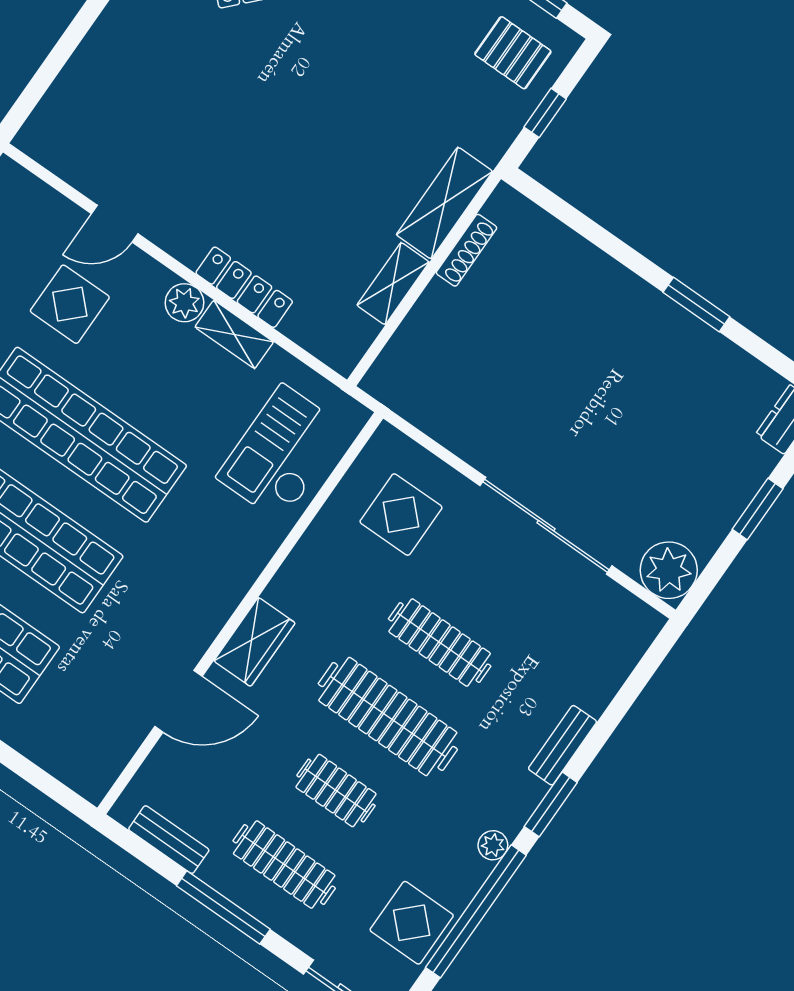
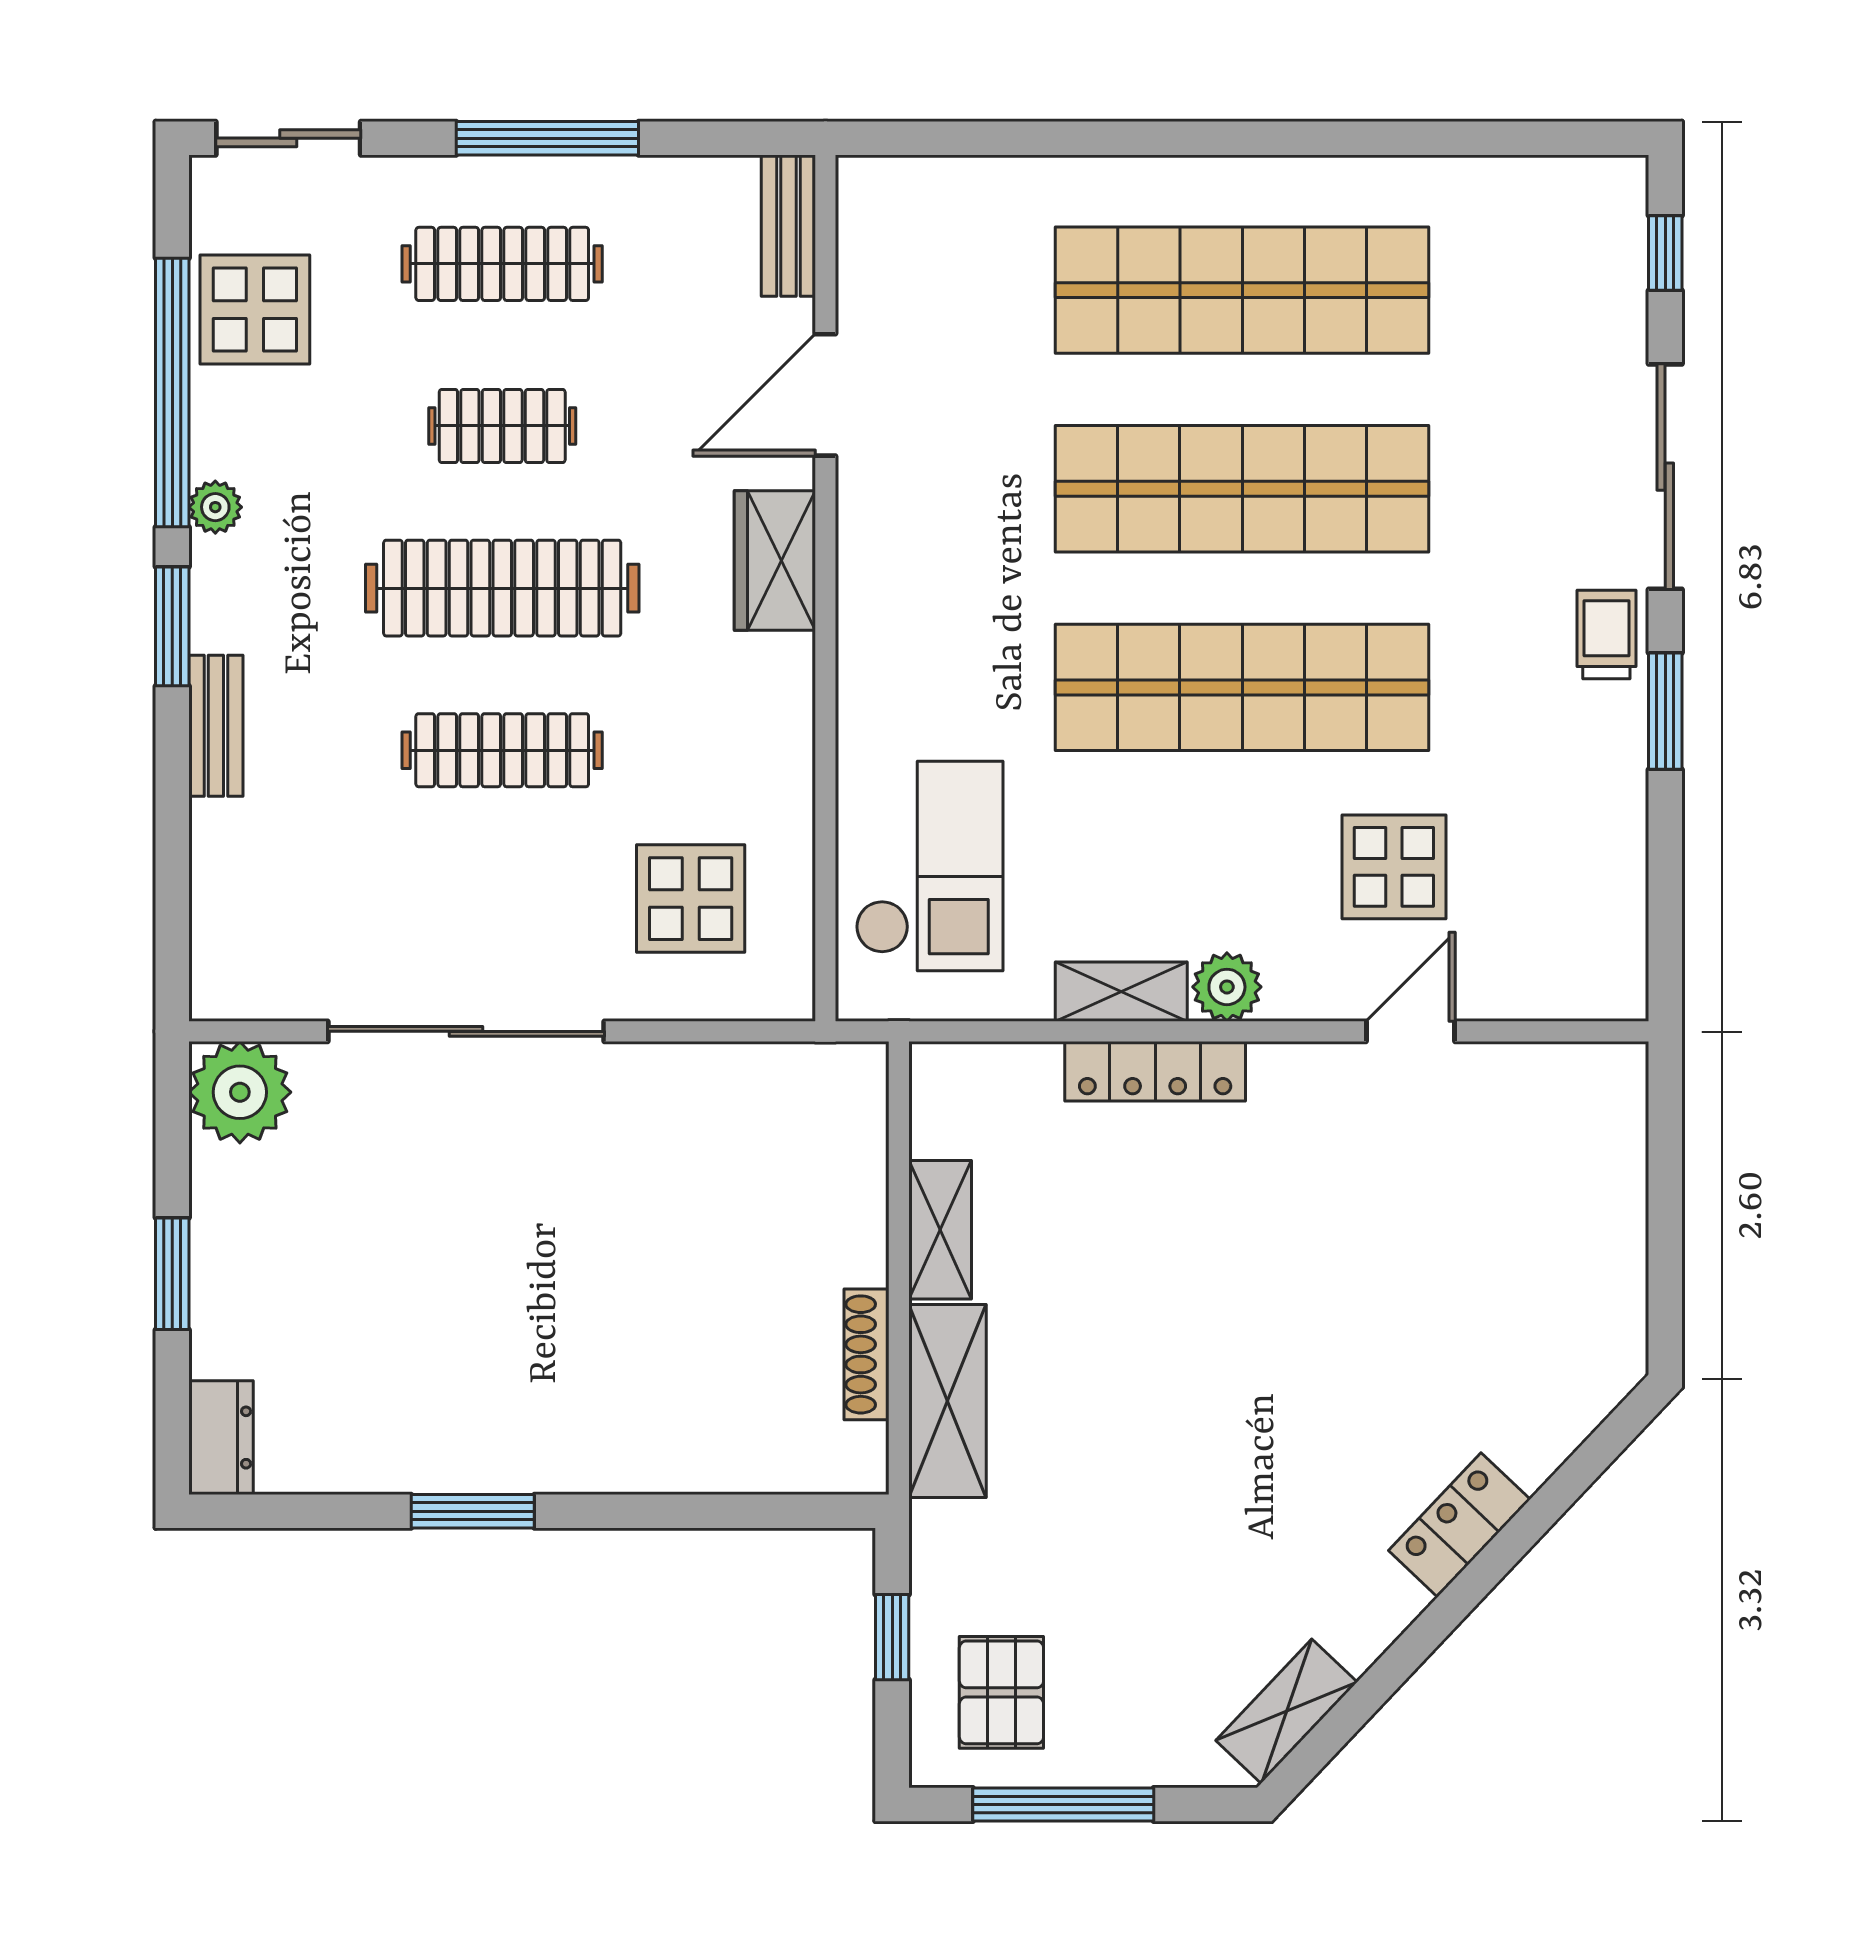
pallet: (513, 53) -> (1001, 1692), turned 90
bench: (169, 840) -> (788, 226), moved, turned 90

